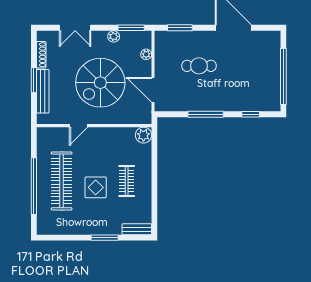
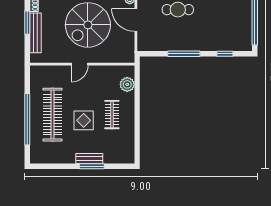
door: (153, 90) -> (136, 20), moved
door: (78, 126) -> (80, 64), moved
plant: (143, 135) -> (127, 84), moved
bench: (137, 229) -> (89, 159), moved

